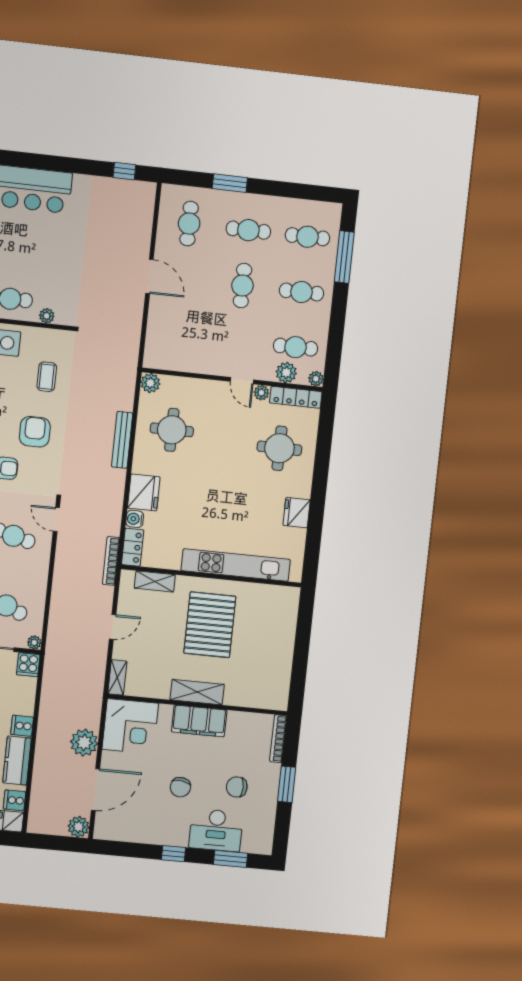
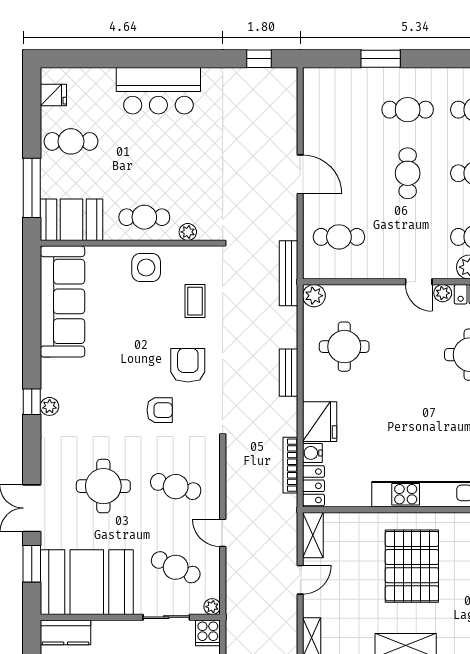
cafe table: (189, 224) -> (339, 237), moved, turned 90
bench: (130, 361) -> (288, 273), added
bench: (122, 440) -> (289, 373), width x0.73
door: (56, 520) -> (223, 533), moved
bookcase: (111, 561) -> (290, 465), moved
shelving: (155, 581) -> (313, 535), moved, turned 90

